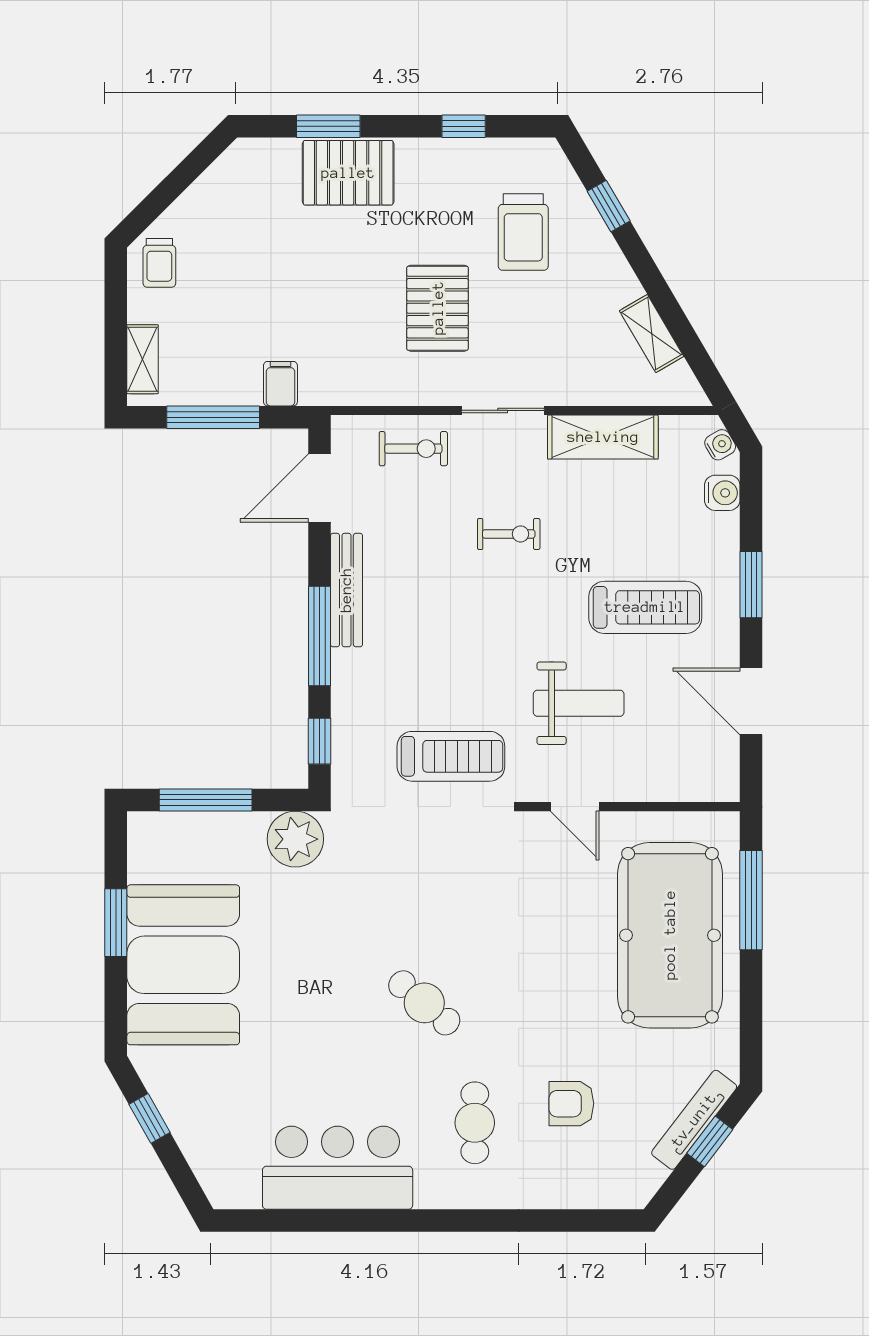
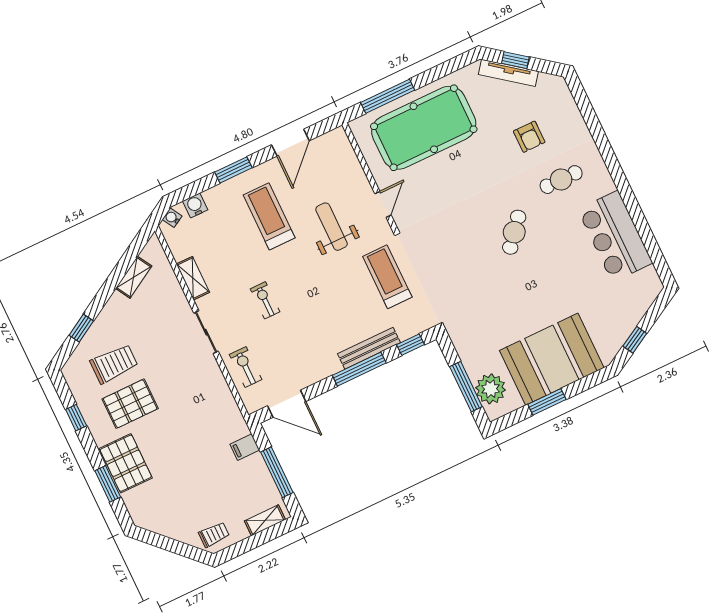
pallet: (438, 308) -> (130, 404), moved
shelving: (603, 437) -> (193, 278), width x0.67, depth x0.75
bench: (346, 590) -> (369, 348), moved
plant: (295, 839) -> (491, 389), moved

